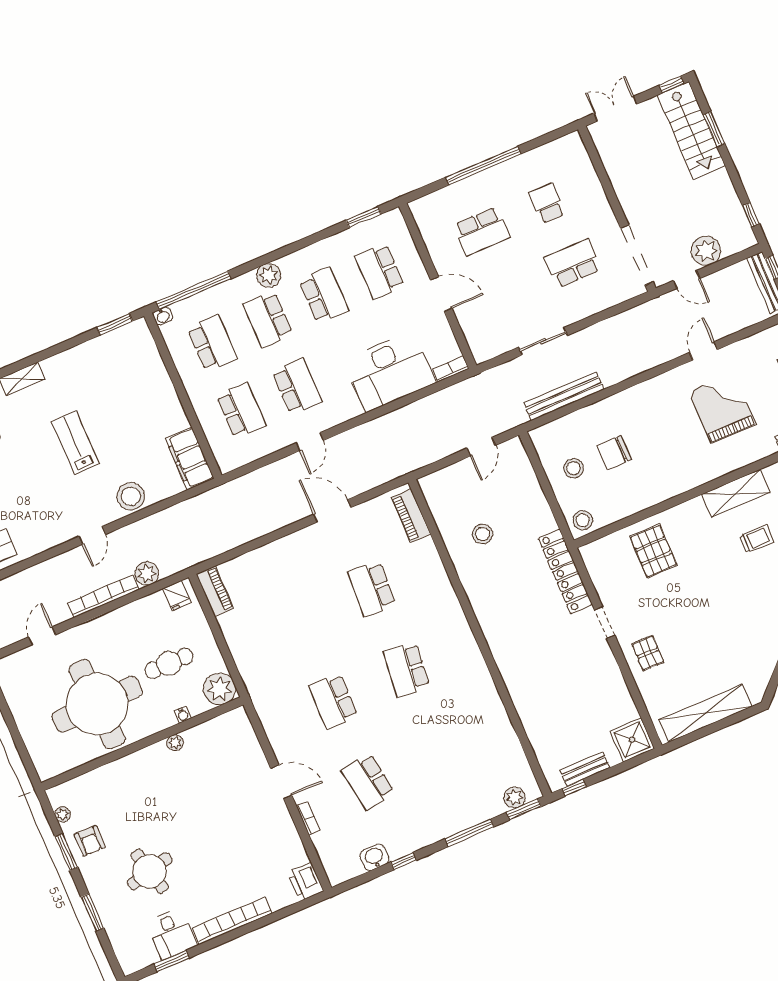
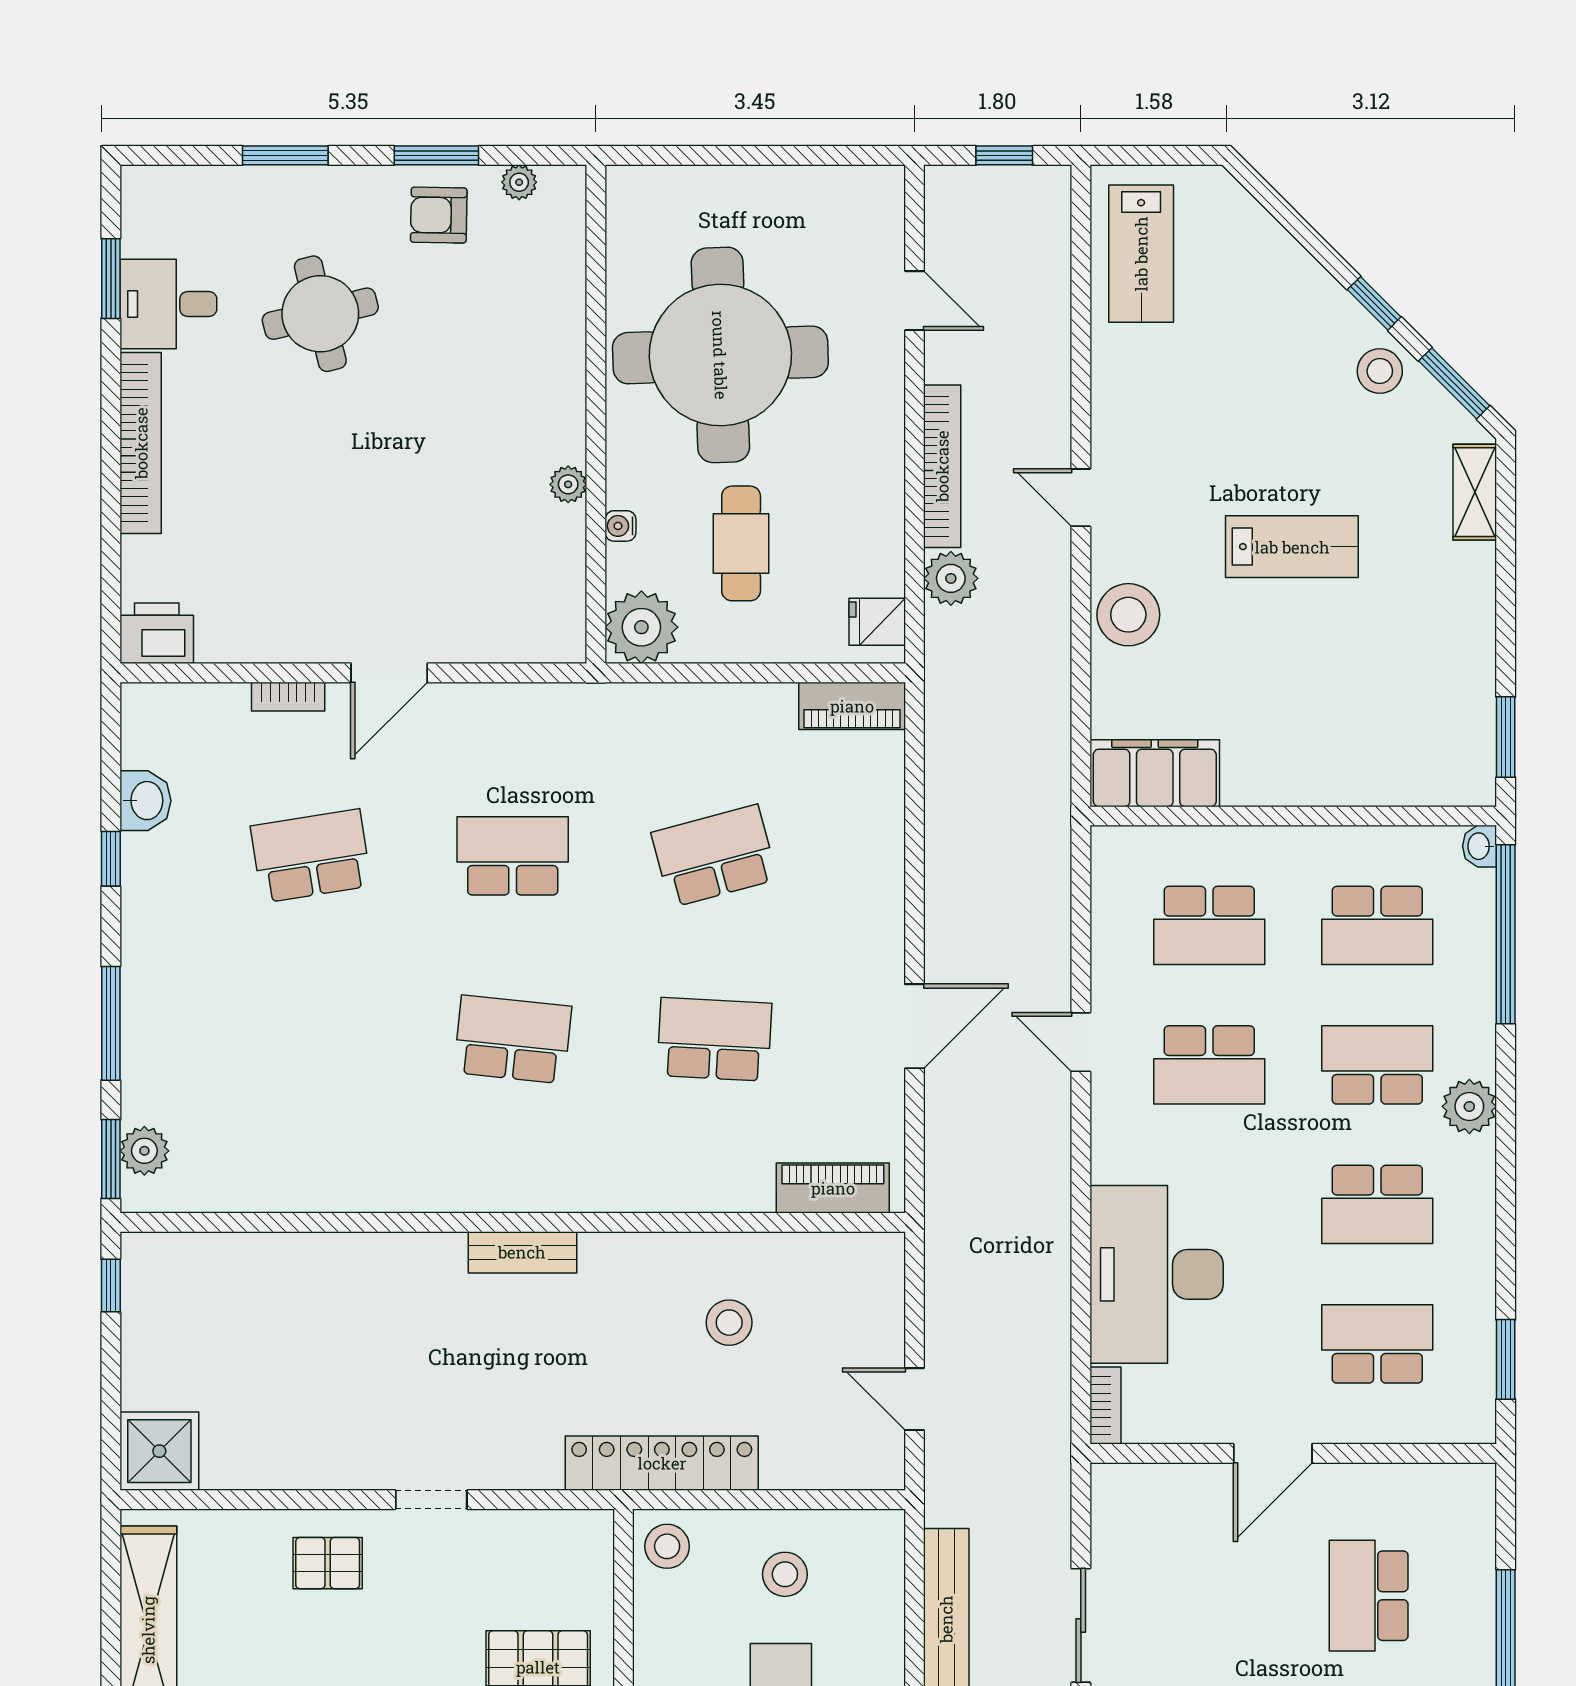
locker: (565, 571) -> (662, 1463), moved
school desk: (299, 620) -> (714, 856), added
bench: (585, 769) -> (522, 1252), moved, turned 90

